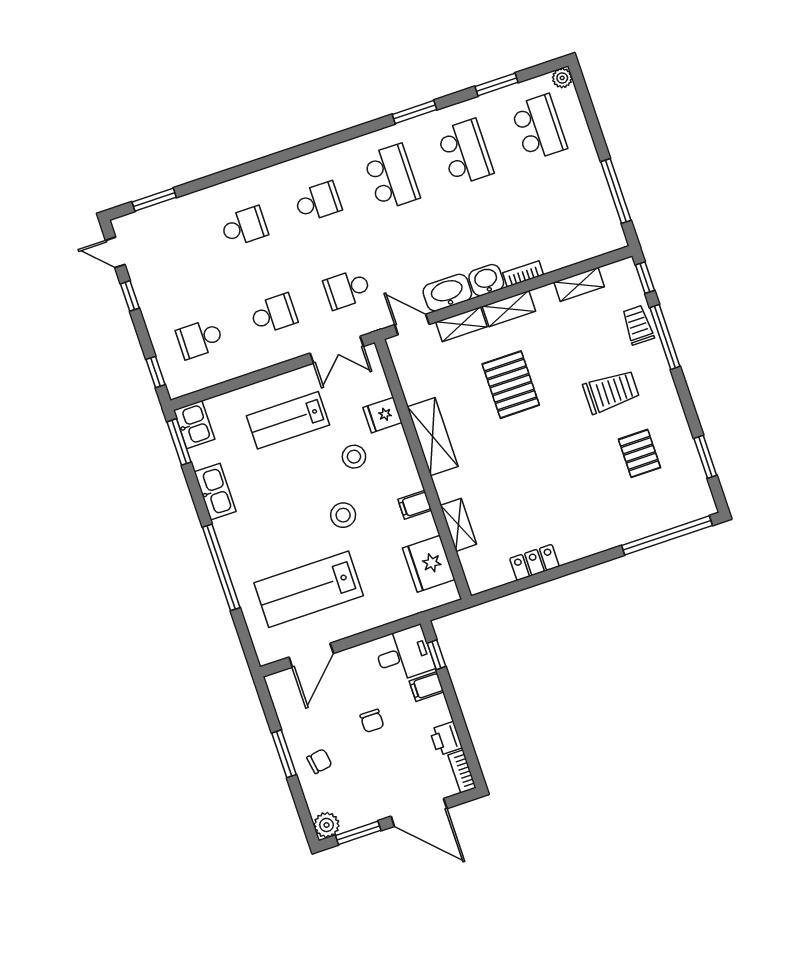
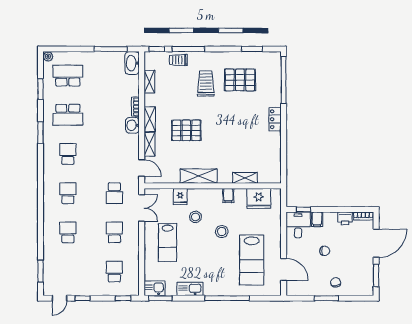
school desk: (465, 152) -> (68, 115), turned 180
school desk: (392, 177) -> (68, 154), width x0.54
washbasin: (447, 293) -> (132, 63), moved
door: (412, 325) -> (142, 168), swing flipped
school desk: (200, 339) -> (114, 272), turned 180
pallet: (639, 453) -> (240, 80), width x1.50, depth x1.42
locker: (534, 562) -> (275, 119), moved
plant: (327, 825) -> (367, 289), removed

